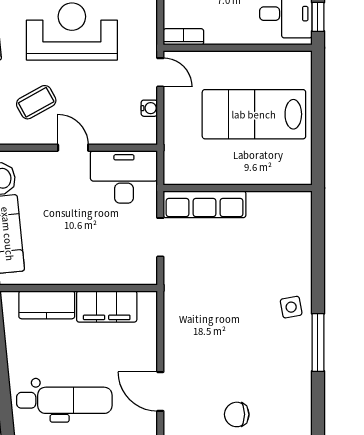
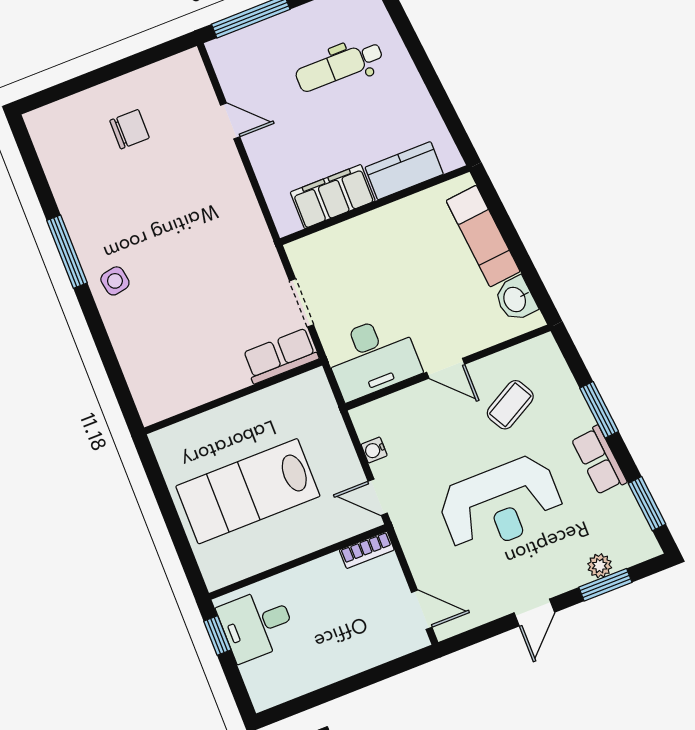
lab bench: (254, 114) -> (248, 491), turned 180
row of seats: (204, 204) -> (280, 356), width x0.68
door: (160, 391) -> (230, 121), width x0.73
dental chair: (64, 400) -> (339, 66), width x0.73, depth x0.72

